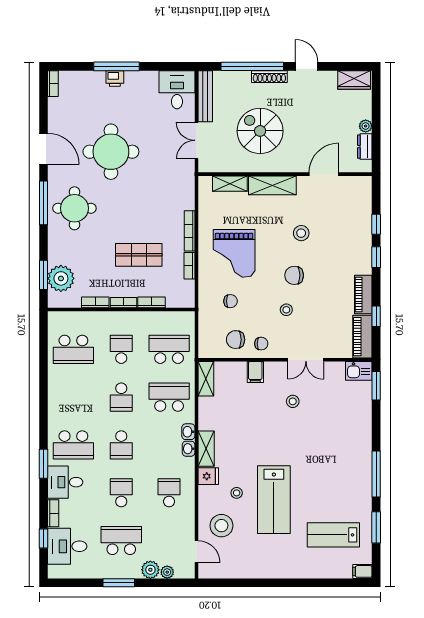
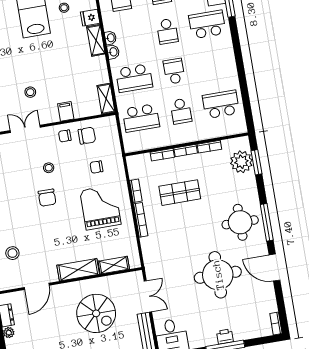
stool: (301, 233) -> (12, 253), moved
chair: (294, 275) -> (47, 198), turned 90
school desk: (121, 445) -> (167, 31), turned 180

